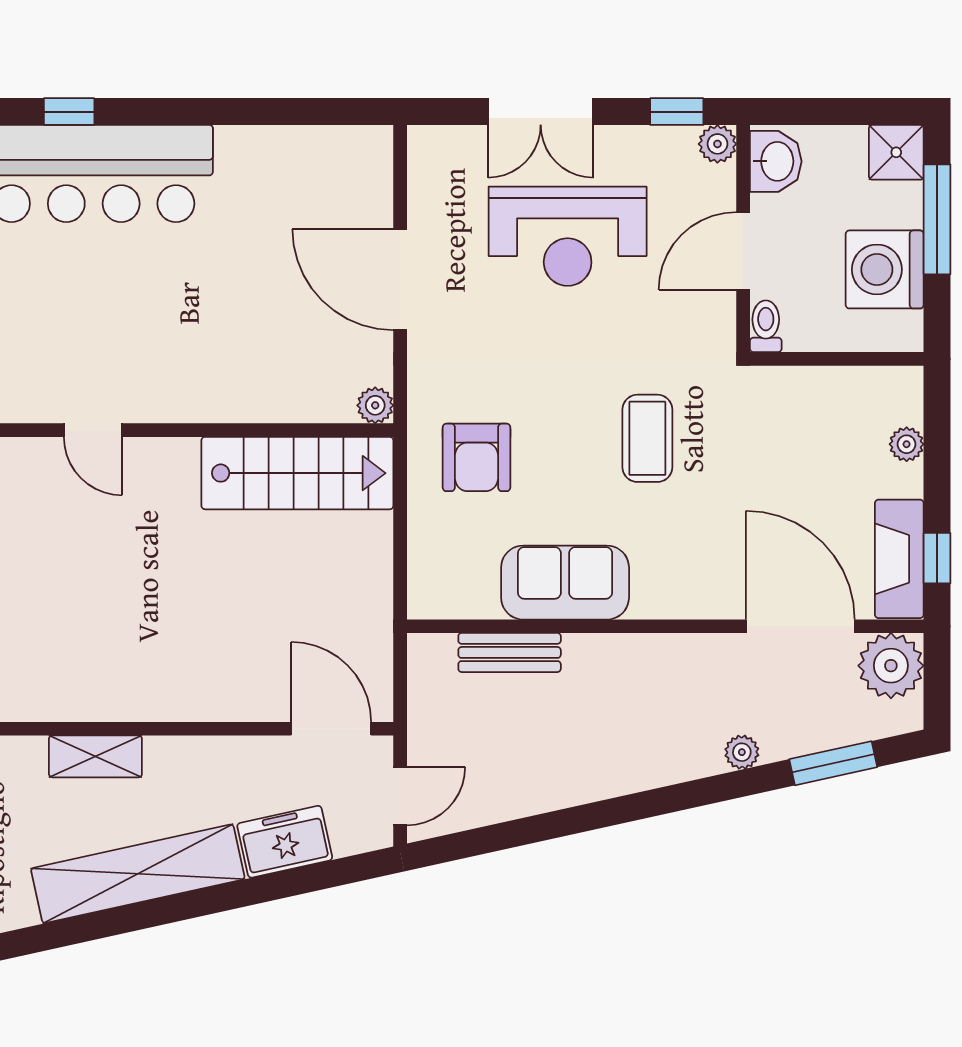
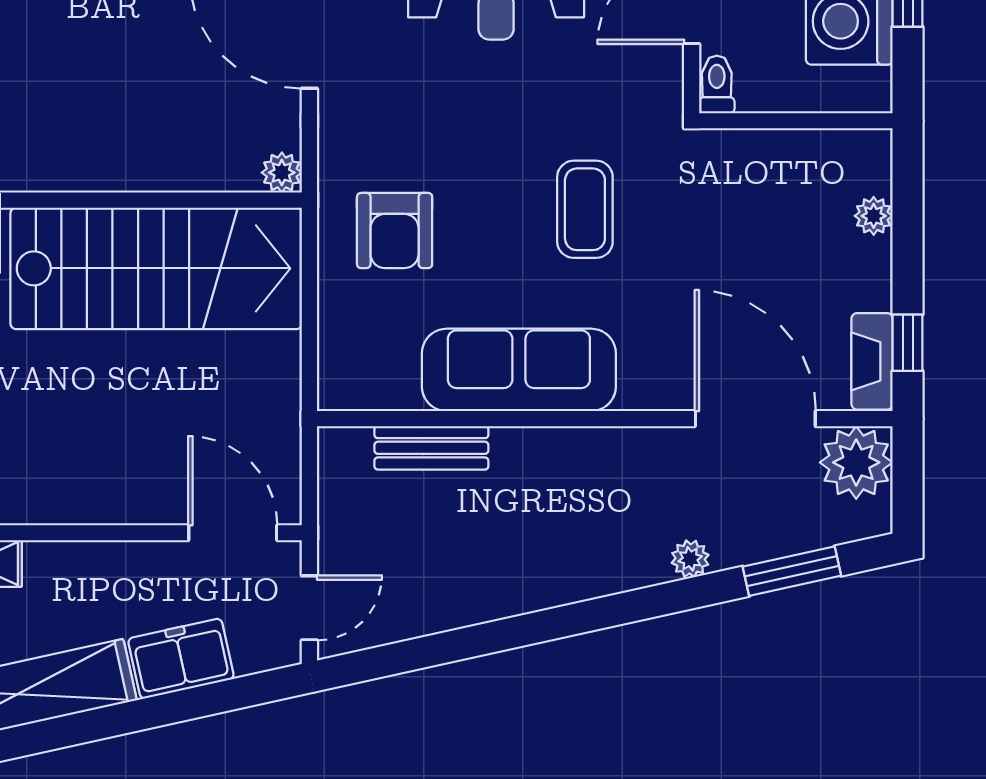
stairs: (297, 473) -> (156, 268), width x1.36, depth x1.51
fireplace: (899, 559) -> (872, 361), width x0.73, depth x0.76
sofa: (565, 583) -> (519, 370), width x1.36

